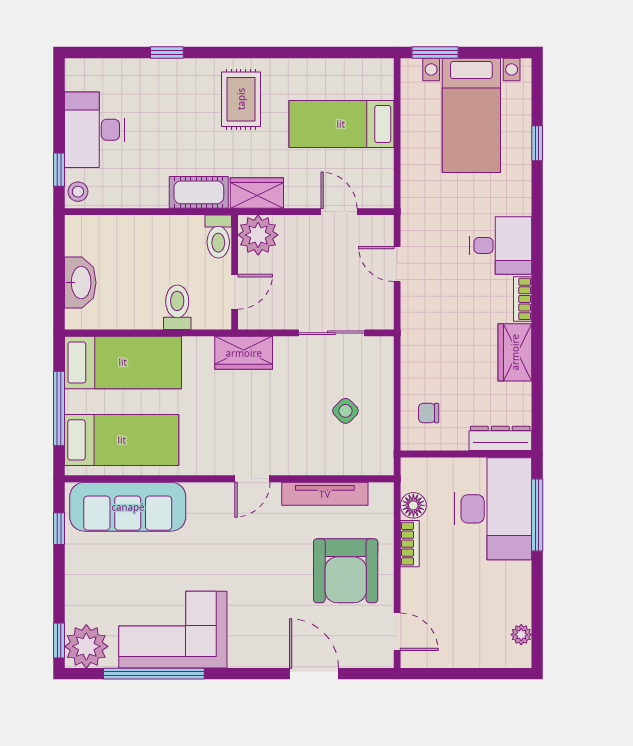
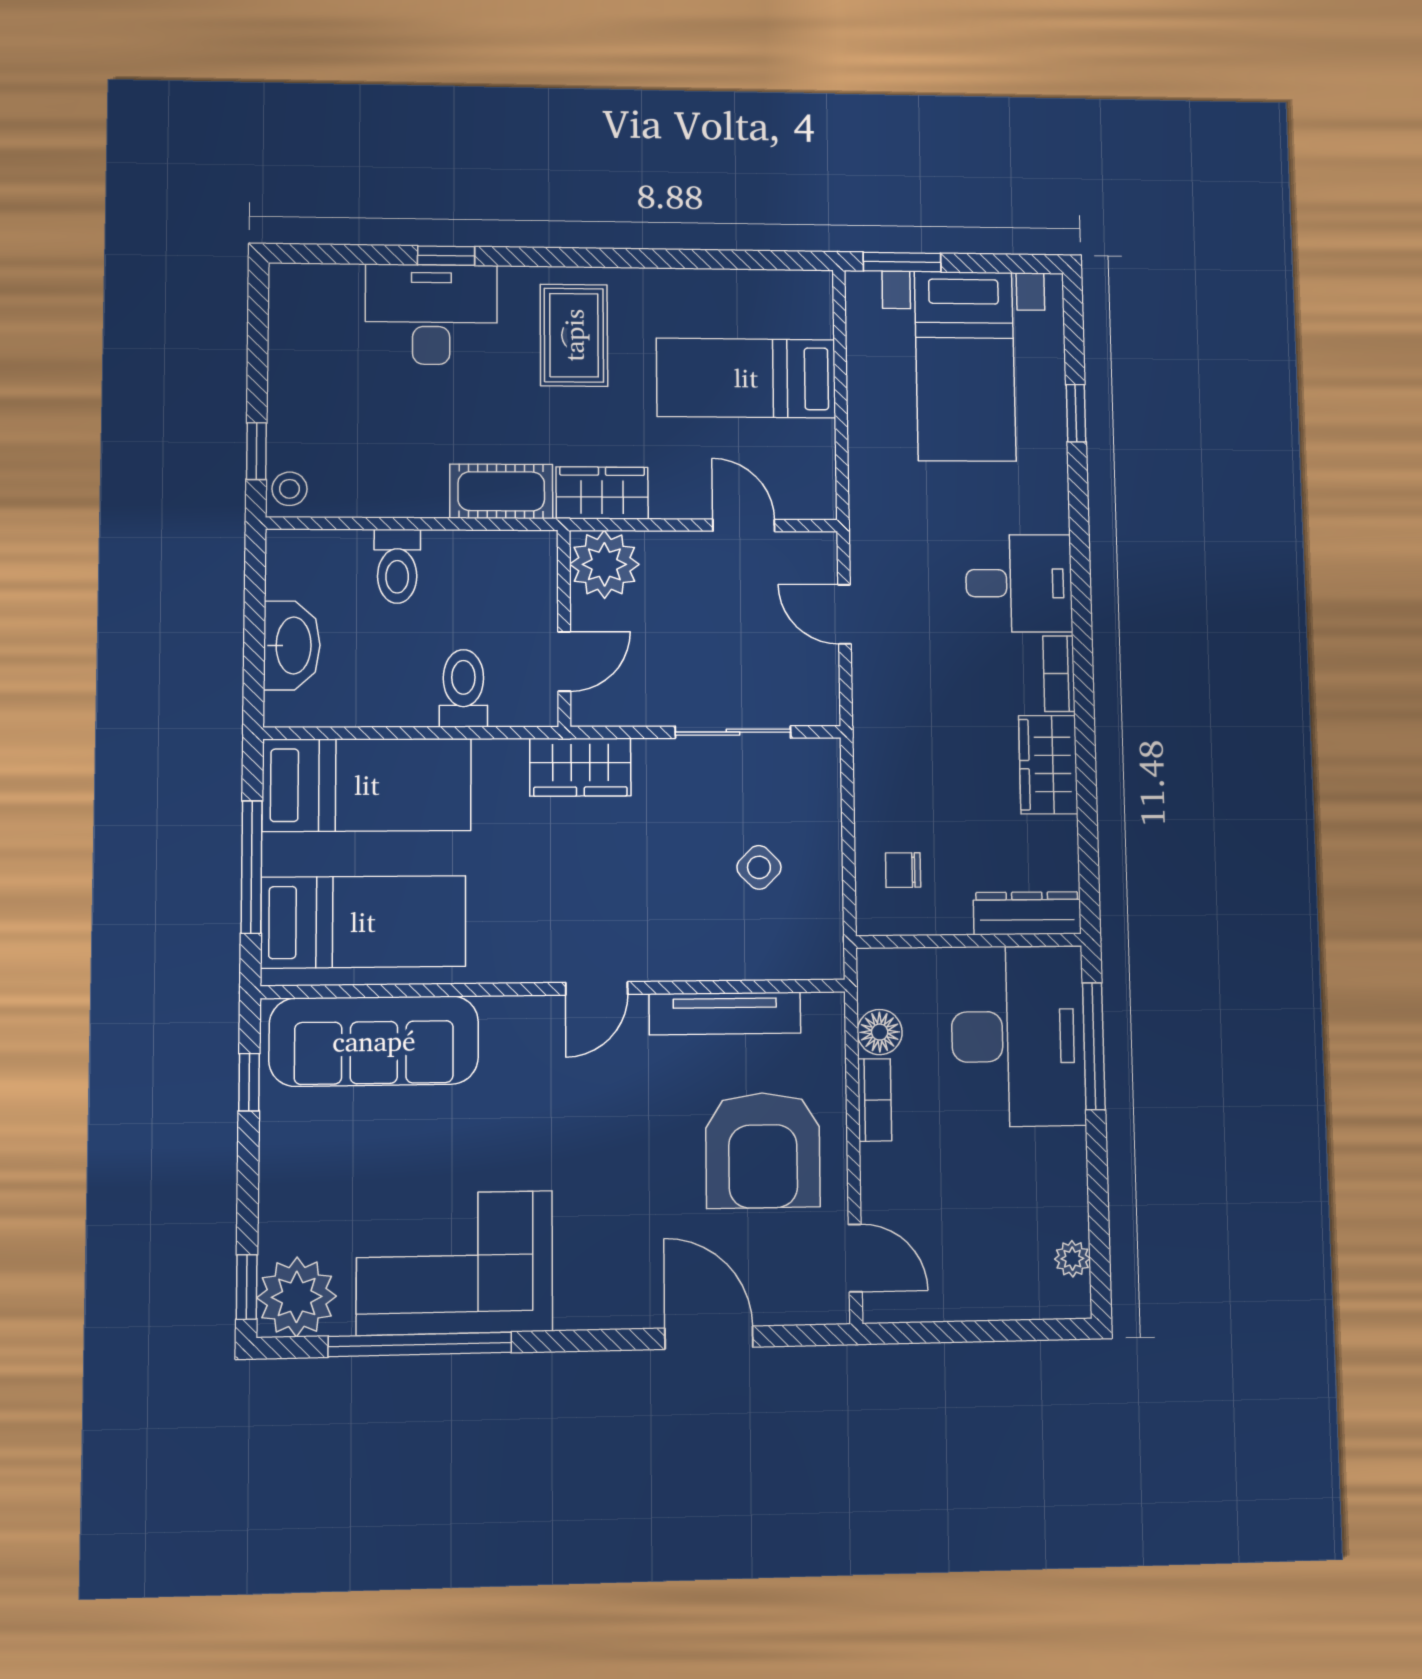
desk: (94, 130) -> (431, 314), moved, turned 90
toilet: (218, 237) -> (397, 566), moved

